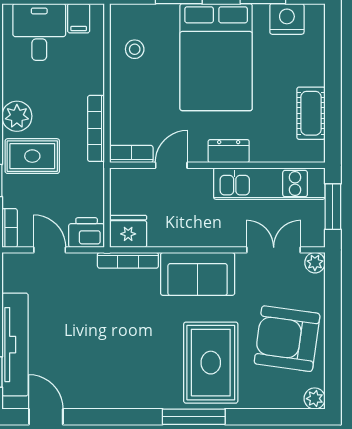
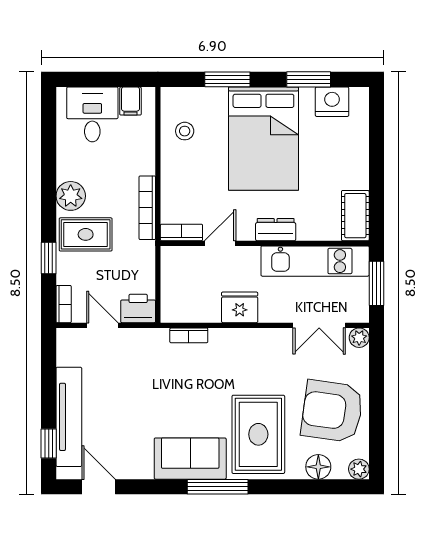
cot: (311, 113) -> (355, 216), moved
fridge: (128, 231) -> (240, 307), moved
double door: (274, 250) -> (319, 325), swing flipped
bookcase: (128, 260) -> (189, 335), width x0.64
sofa: (198, 274) -> (190, 459), moved, turned 180
floor lamp: (273, 396) -> (318, 467), added
window: (194, 417) -> (218, 487), moved

